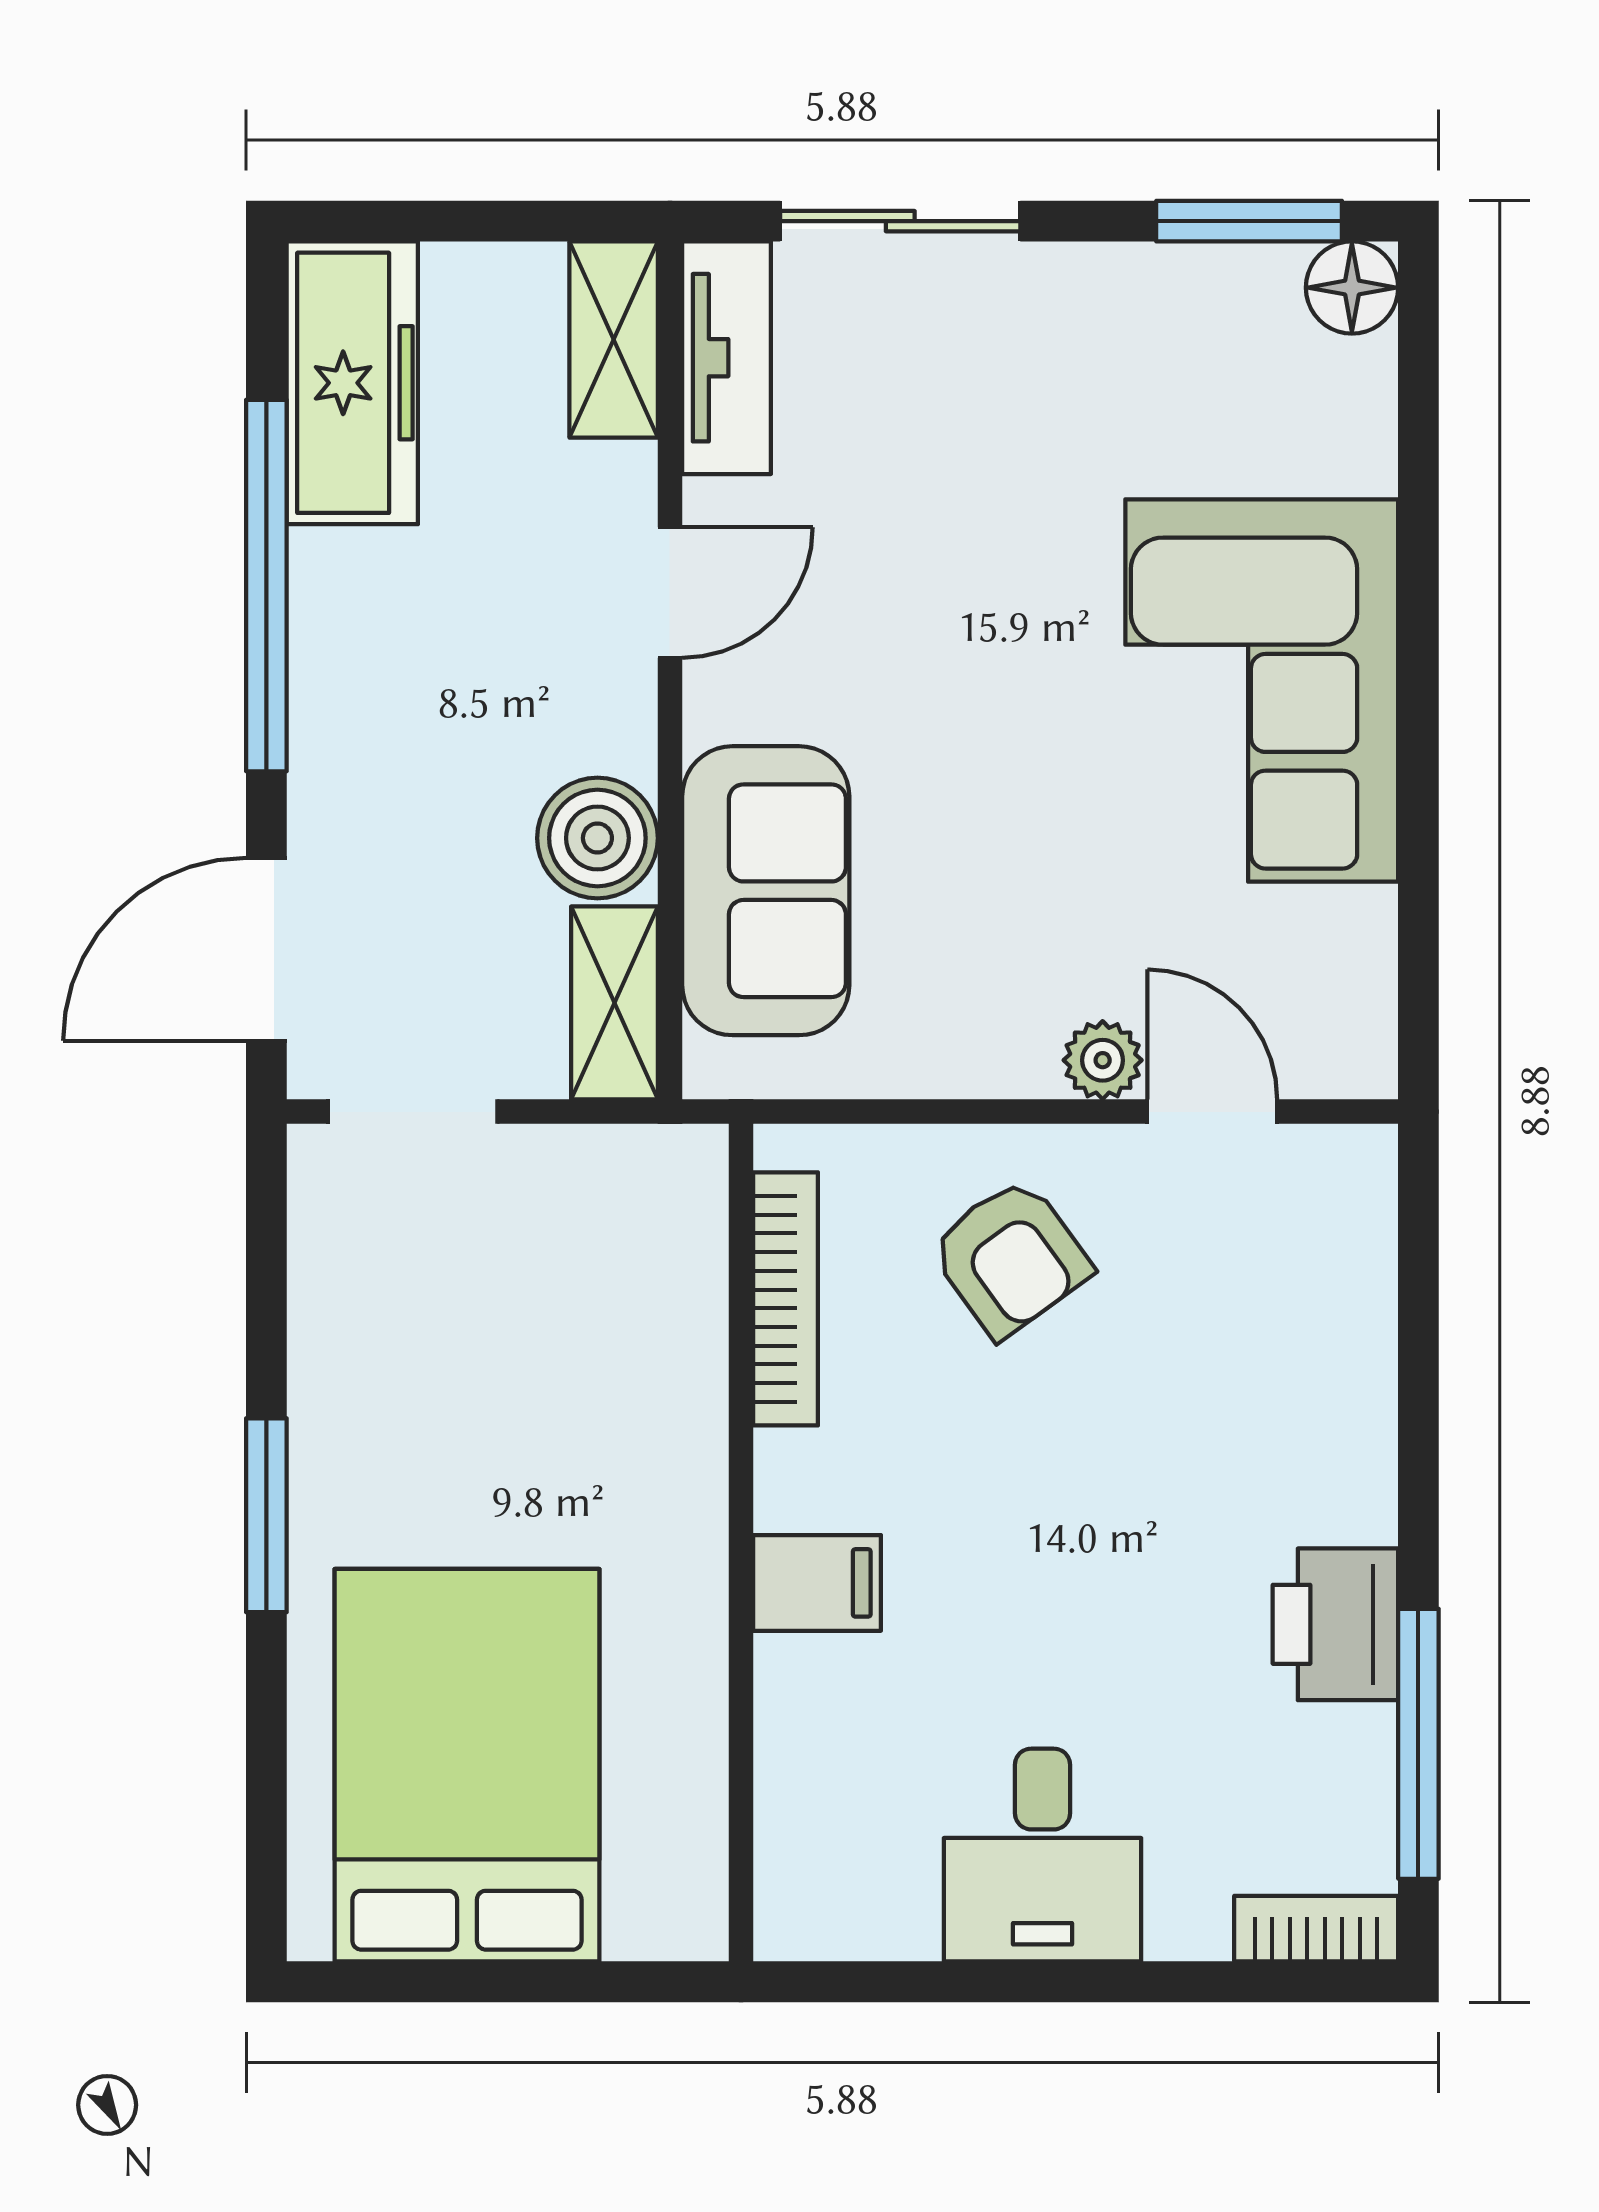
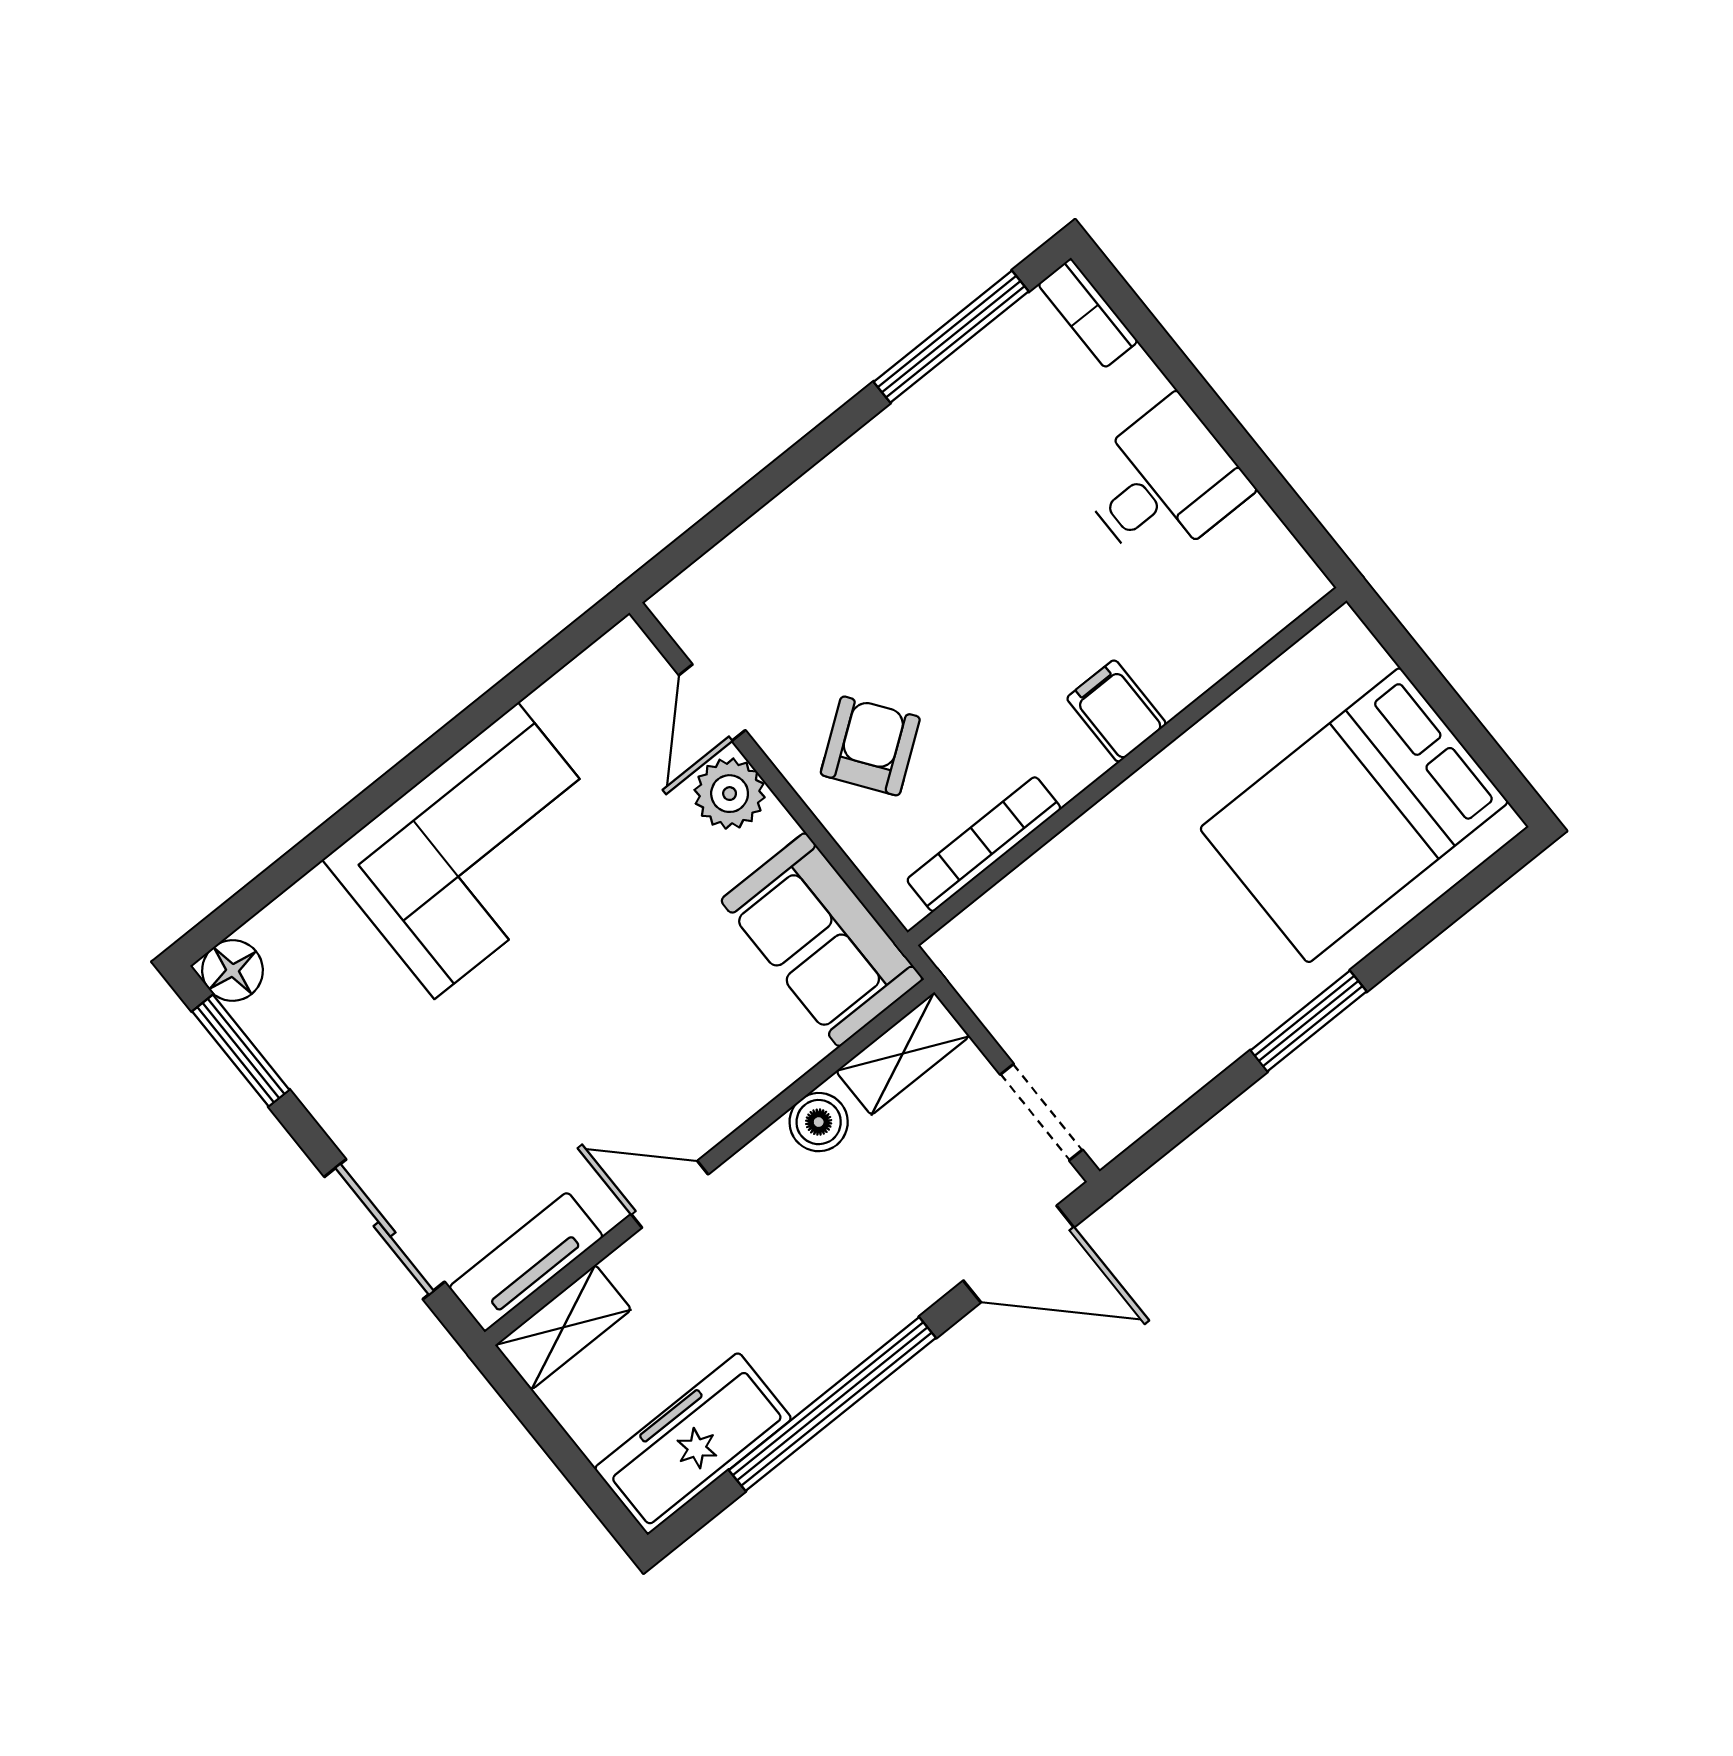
boiler: (597, 838) -> (819, 1122), width x0.73, depth x0.73
sofa: (766, 891) -> (822, 940), moved, turned -90
plant: (1103, 1060) -> (730, 794), width x1.38, depth x1.38
printer: (1335, 1624) -> (924, 428), removed

